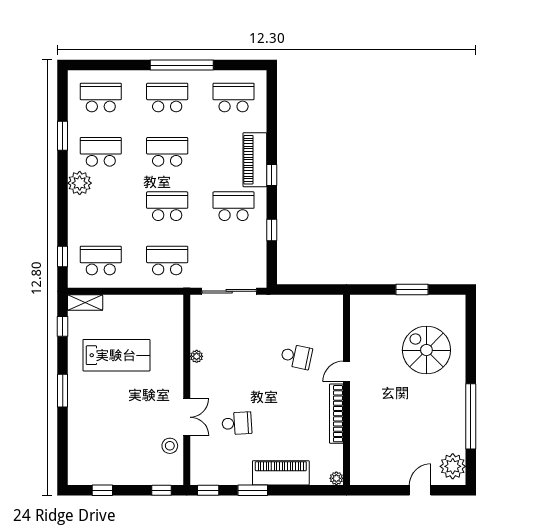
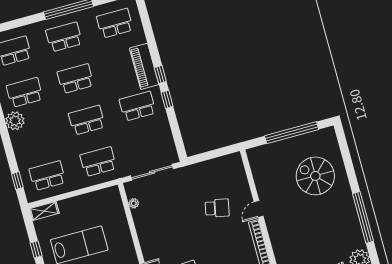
window: (272, 230) -> (167, 99), moved
window: (412, 290) -> (292, 133), width x2.11
window: (63, 326) -> (36, 249), moved
plant: (197, 356) -> (134, 203), moved

